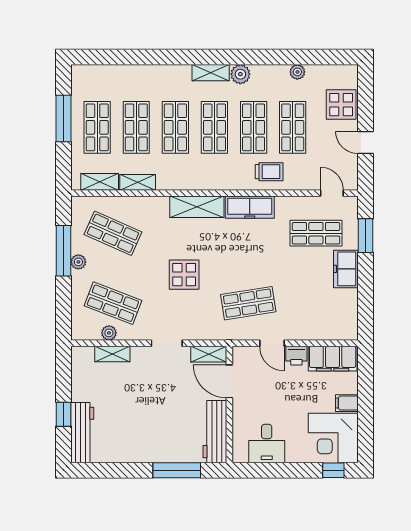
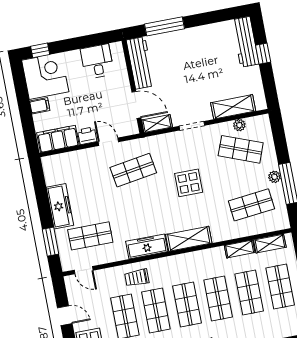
shop shelf: (113, 233) -> (251, 205), turned -30
freezer: (346, 269) -> (60, 206), width x1.40
shelving: (112, 354) -> (233, 107), width x1.50, depth x1.33

